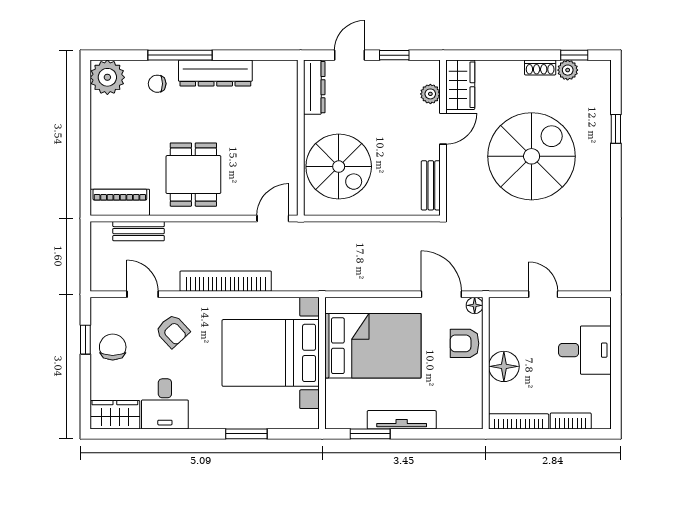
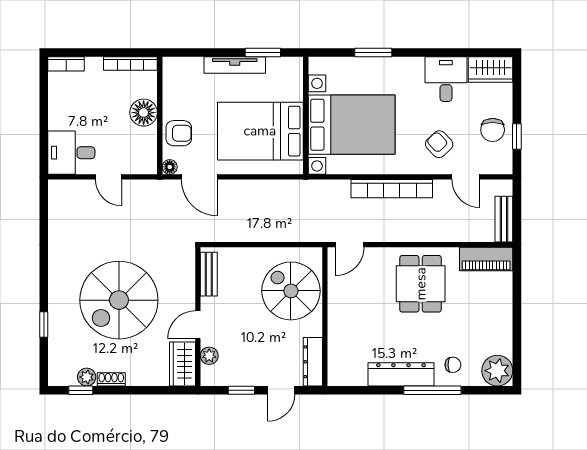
bench: (139, 231) -> (504, 219), moved, turned 90
desk: (585, 350) -> (71, 153), moved
bookcase: (571, 421) -> (66, 64), moved

